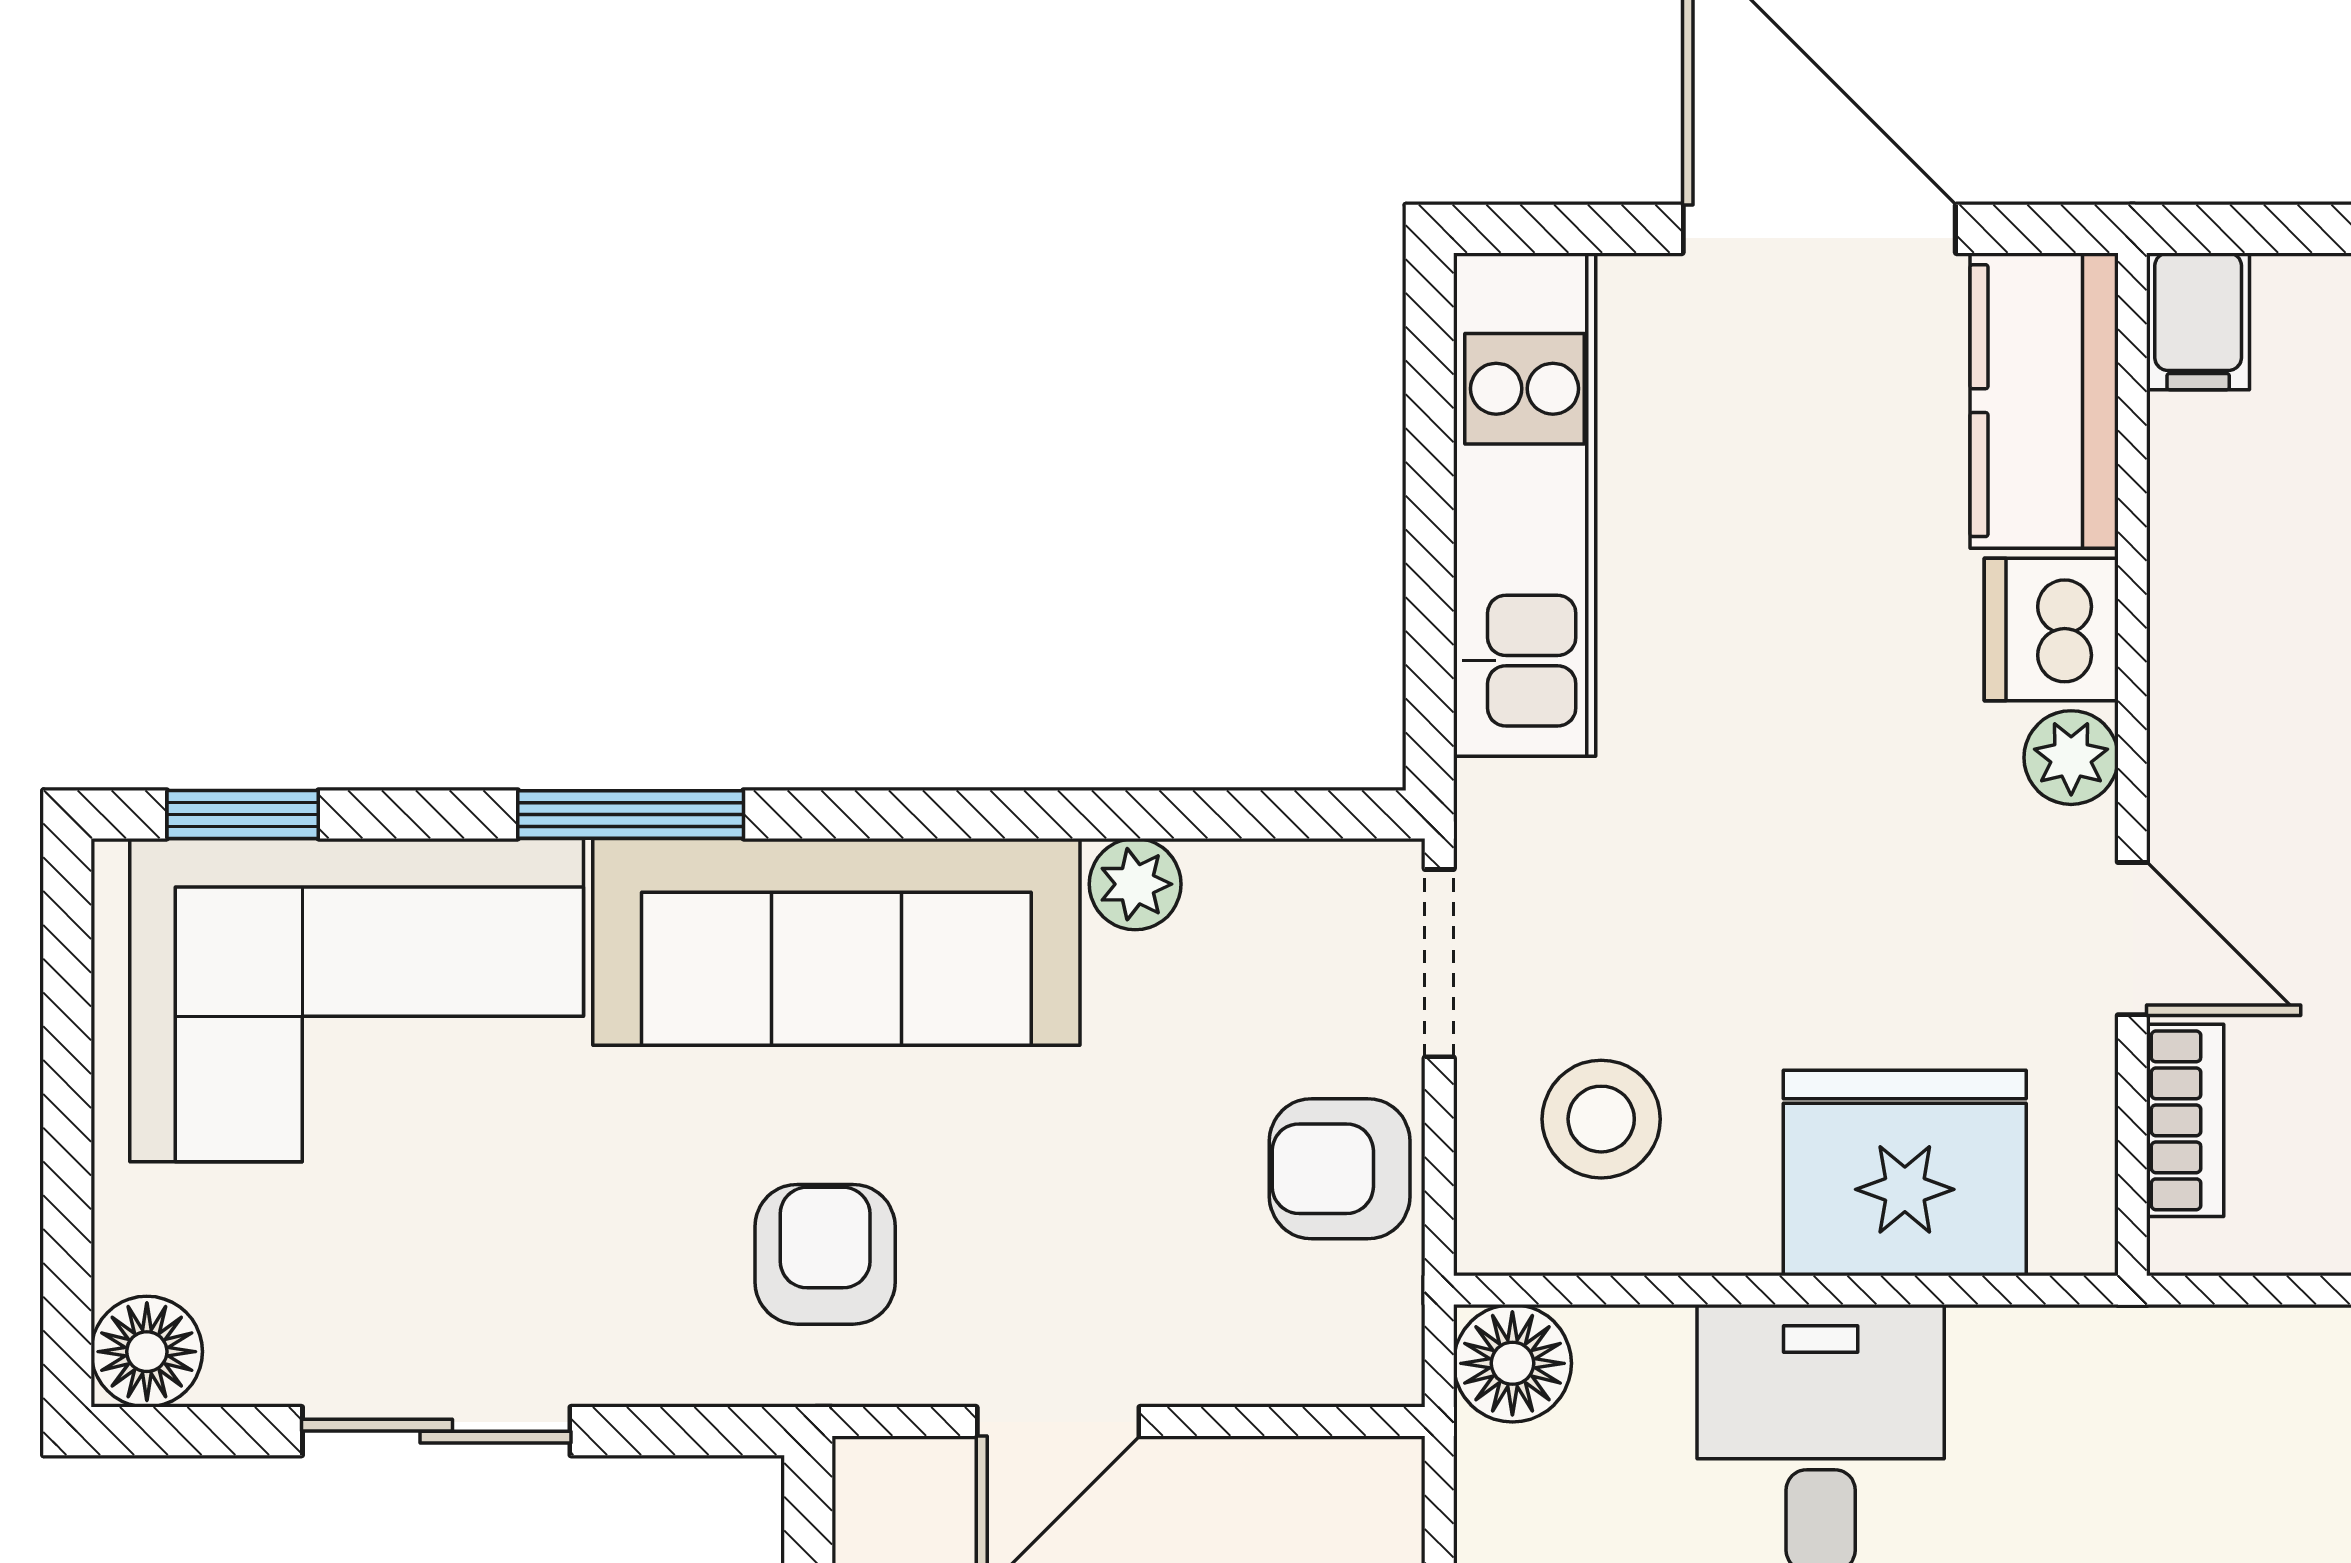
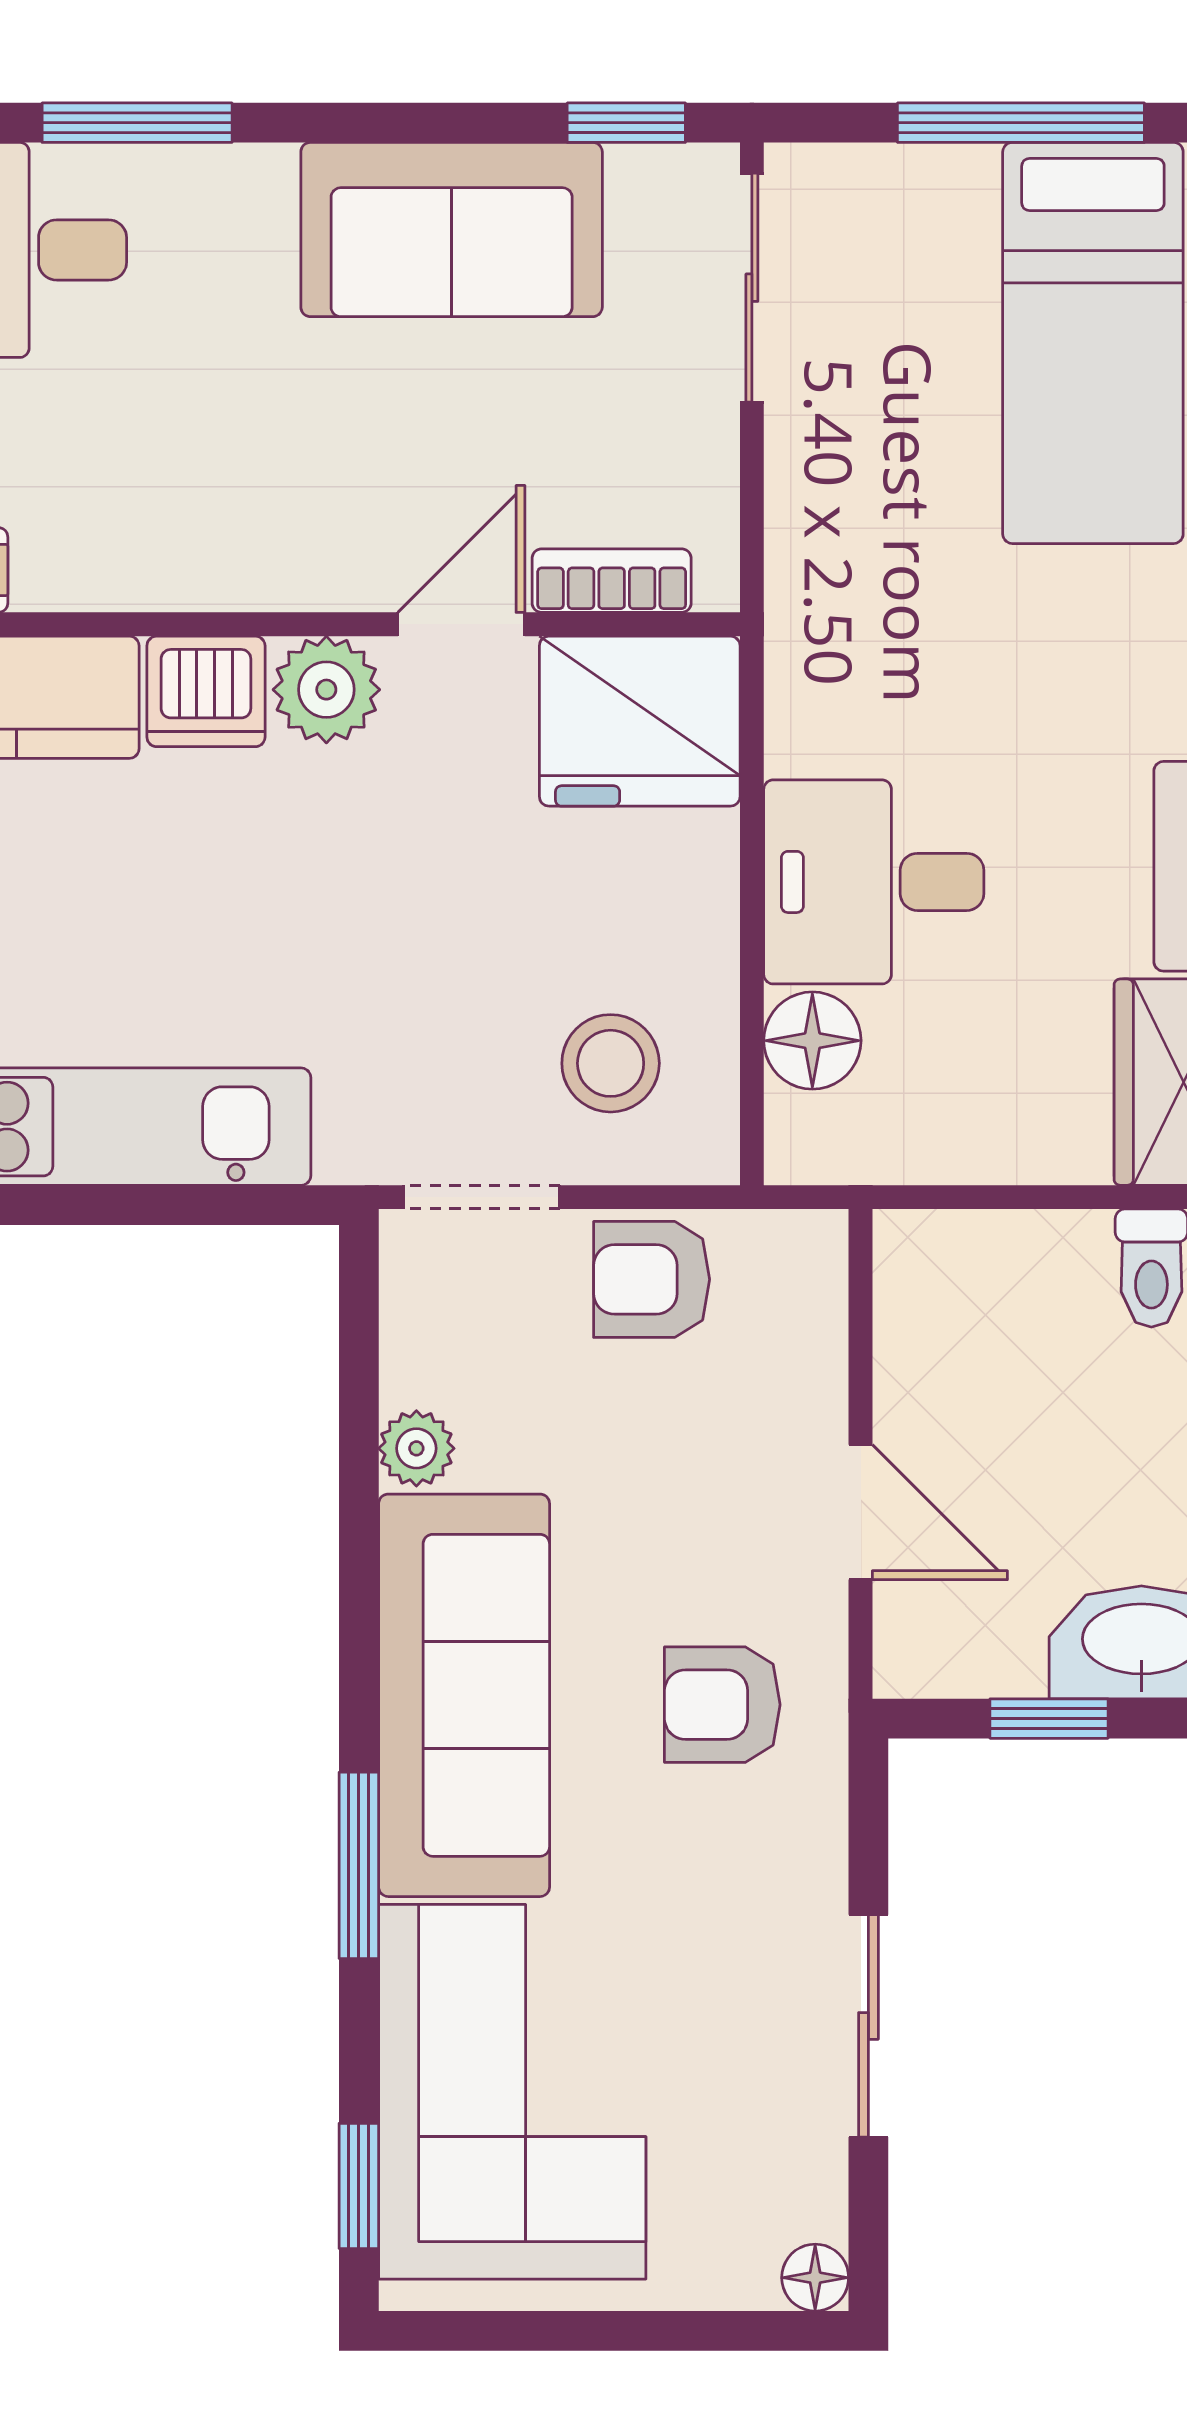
plant: (2071, 758) -> (326, 690), width x1.38, depth x1.38
armchair: (1340, 1169) -> (652, 1279), turned 90
fridge: (1905, 1173) -> (640, 721), moved, turned -90
floor lamp: (147, 1352) -> (815, 2278), width x0.73, depth x0.73
floor lamp: (1512, 1363) -> (812, 1041), moved

